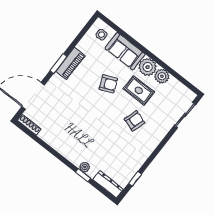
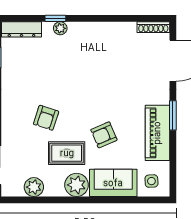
piano: (70, 63) -> (157, 133), width x1.37, depth x1.33
plant: (162, 76) -> (34, 187), moved

